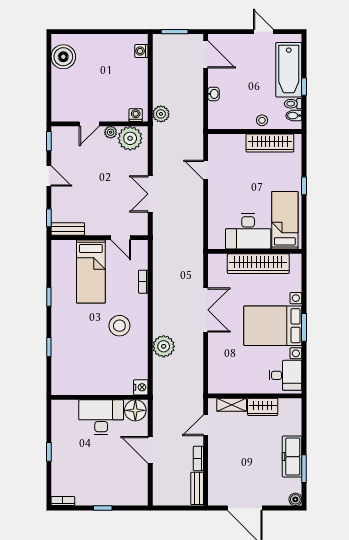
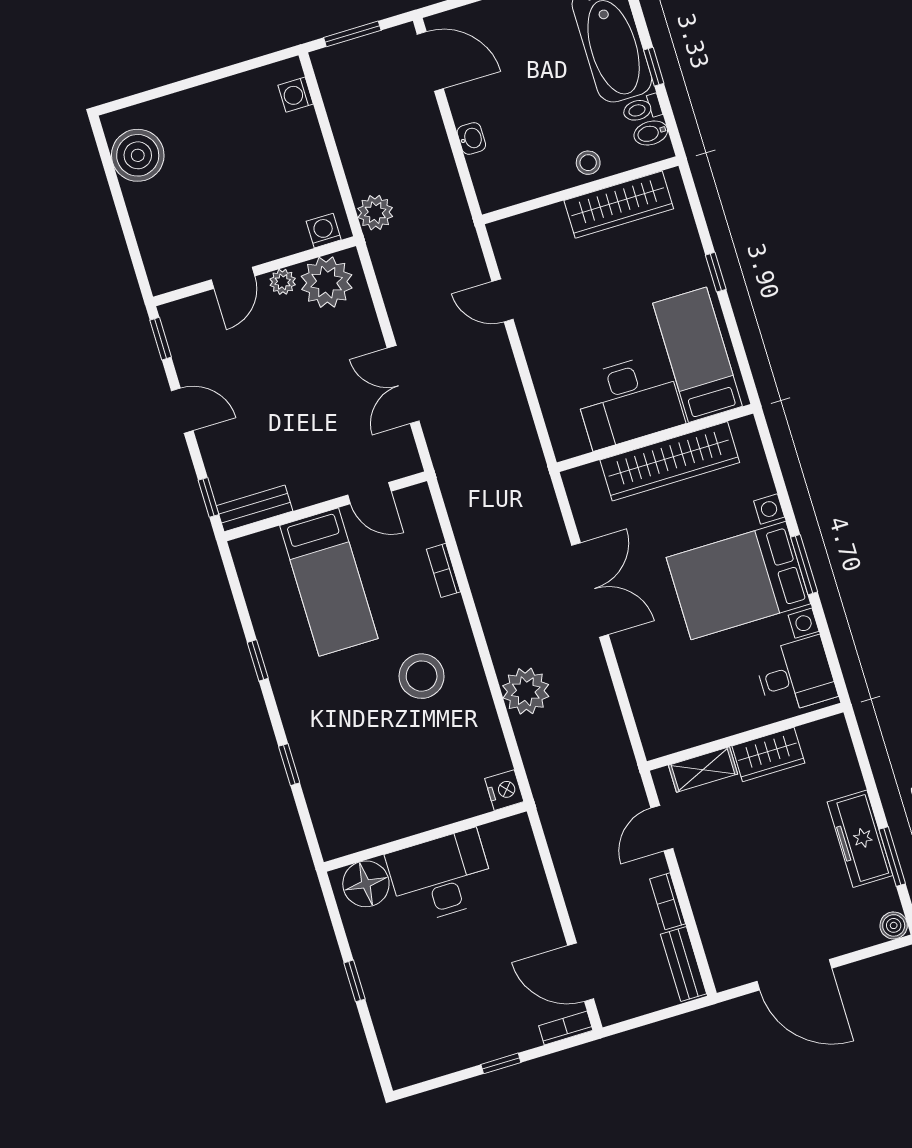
floor lamp: (135, 410) -> (366, 884), moved
door: (150, 450) -> (581, 972), moved
bookcase: (63, 501) -> (566, 1028), moved

